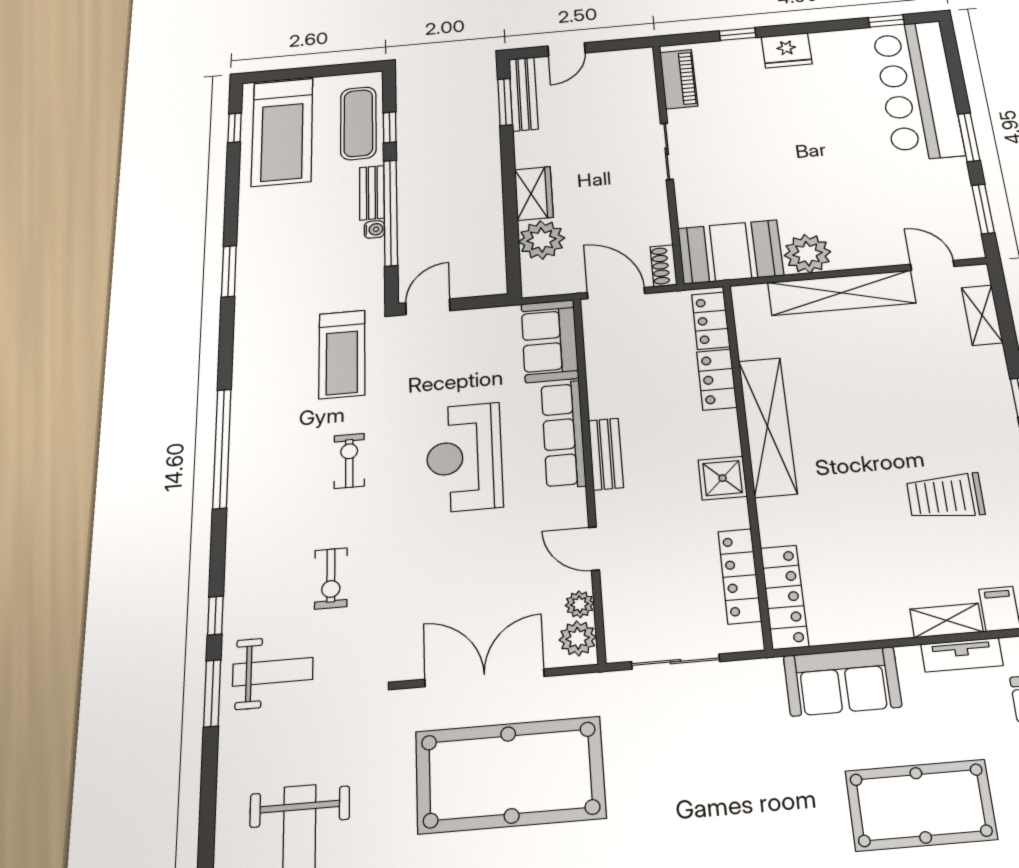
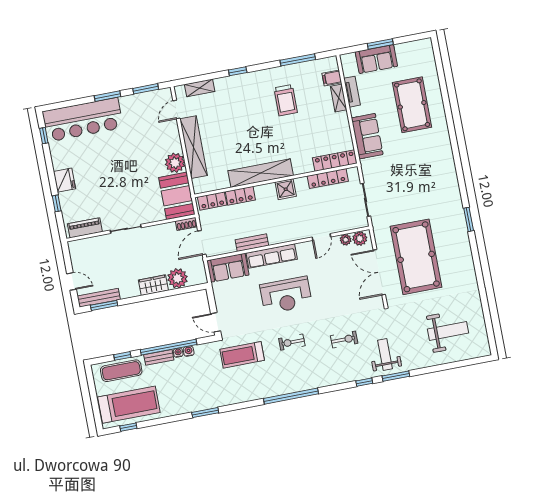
water cooler: (373, 249) -> (189, 351), added
treadmill: (342, 354) -> (242, 355), turned 180
bench: (606, 454) -> (252, 243), moved

